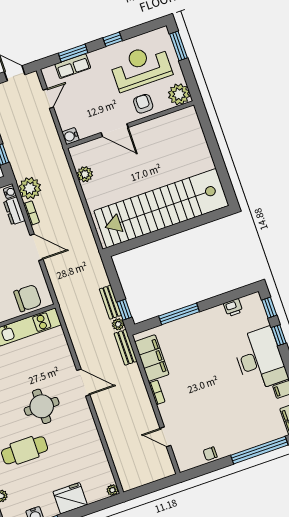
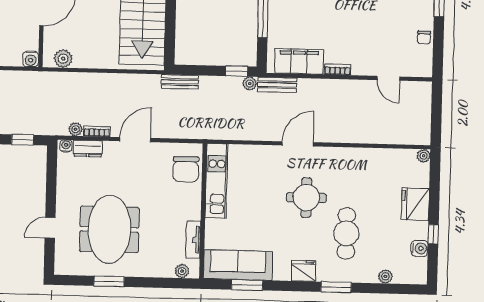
plant: (85, 174) -> (63, 59), moved
plant: (30, 188) -> (76, 129), width x0.53, depth x0.53
chair: (28, 298) -> (186, 169), turned 180
bench: (110, 302) -> (180, 82), moved
door: (165, 437) -> (388, 78), hinge flipped

